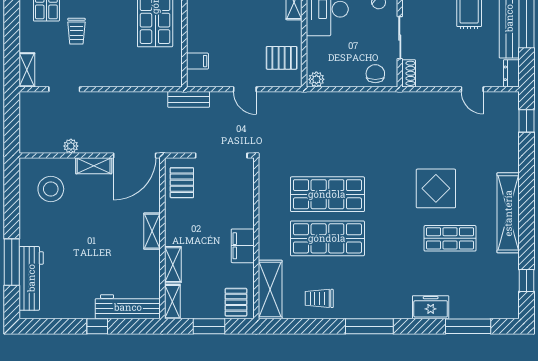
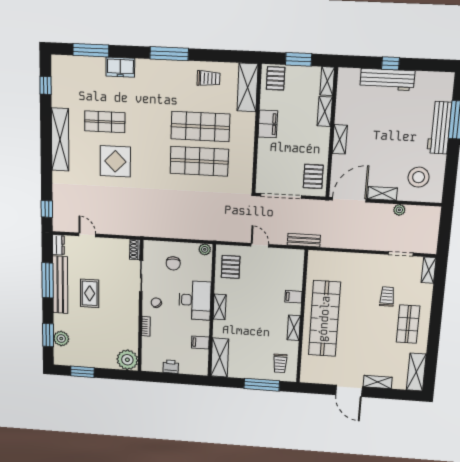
pallet: (282, 58) -> (231, 267), turned 90
filing cabinet: (197, 61) -> (293, 297), moved
chair: (375, 74) -> (173, 263), moved
workbench: (31, 278) -> (439, 128), moved
workbench: (128, 307) -> (387, 80), moved

